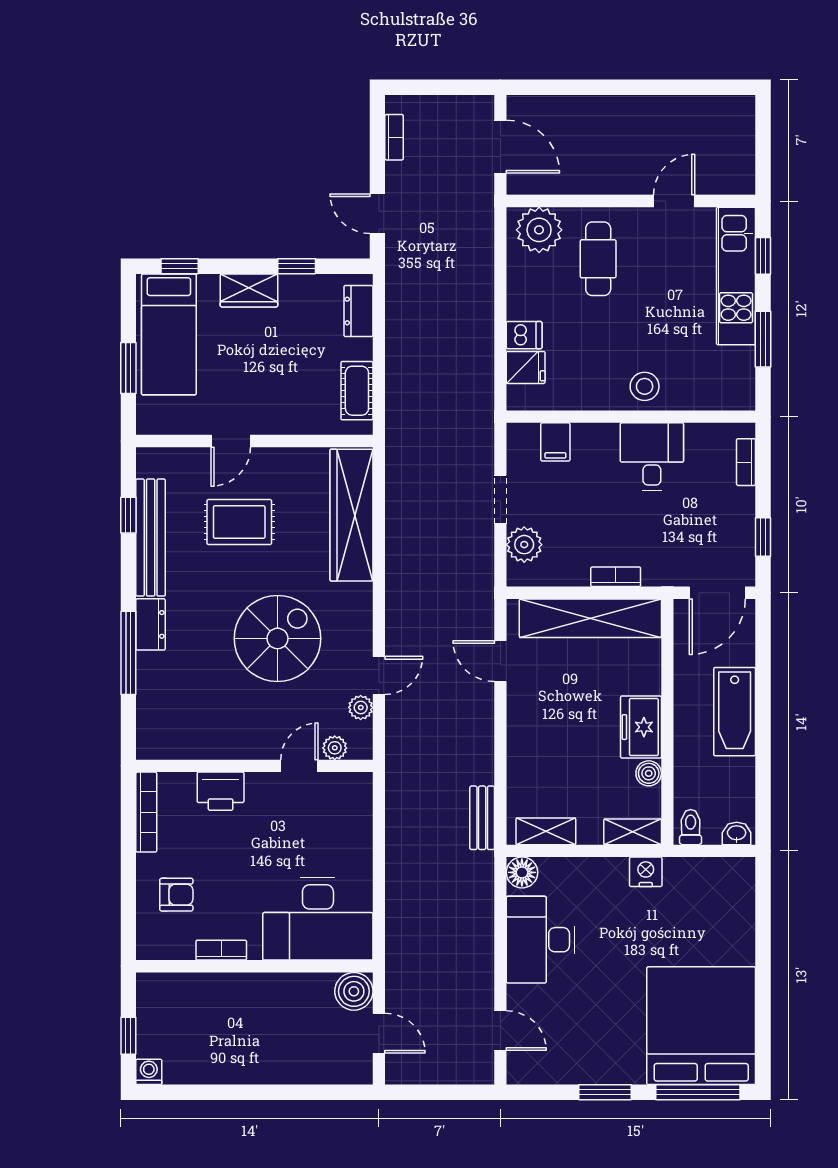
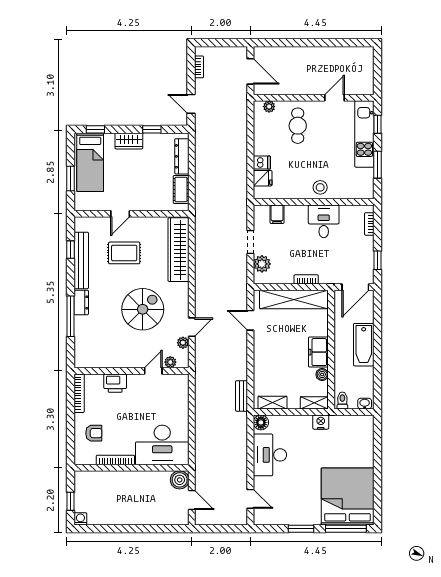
plant: (539, 230) -> (269, 107), width x0.53, depth x0.53
dresser: (358, 311) -> (182, 156), width x1.44
bookcase: (221, 950) -> (115, 460), width x1.56

